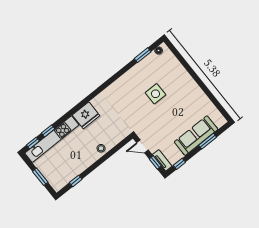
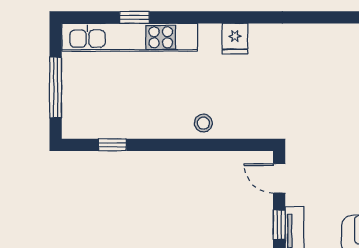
fridge: (86, 115) -> (235, 39), width x0.53, depth x0.75
window: (33, 143) -> (90, 17), removed
window: (40, 177) -> (56, 87), width x1.44

